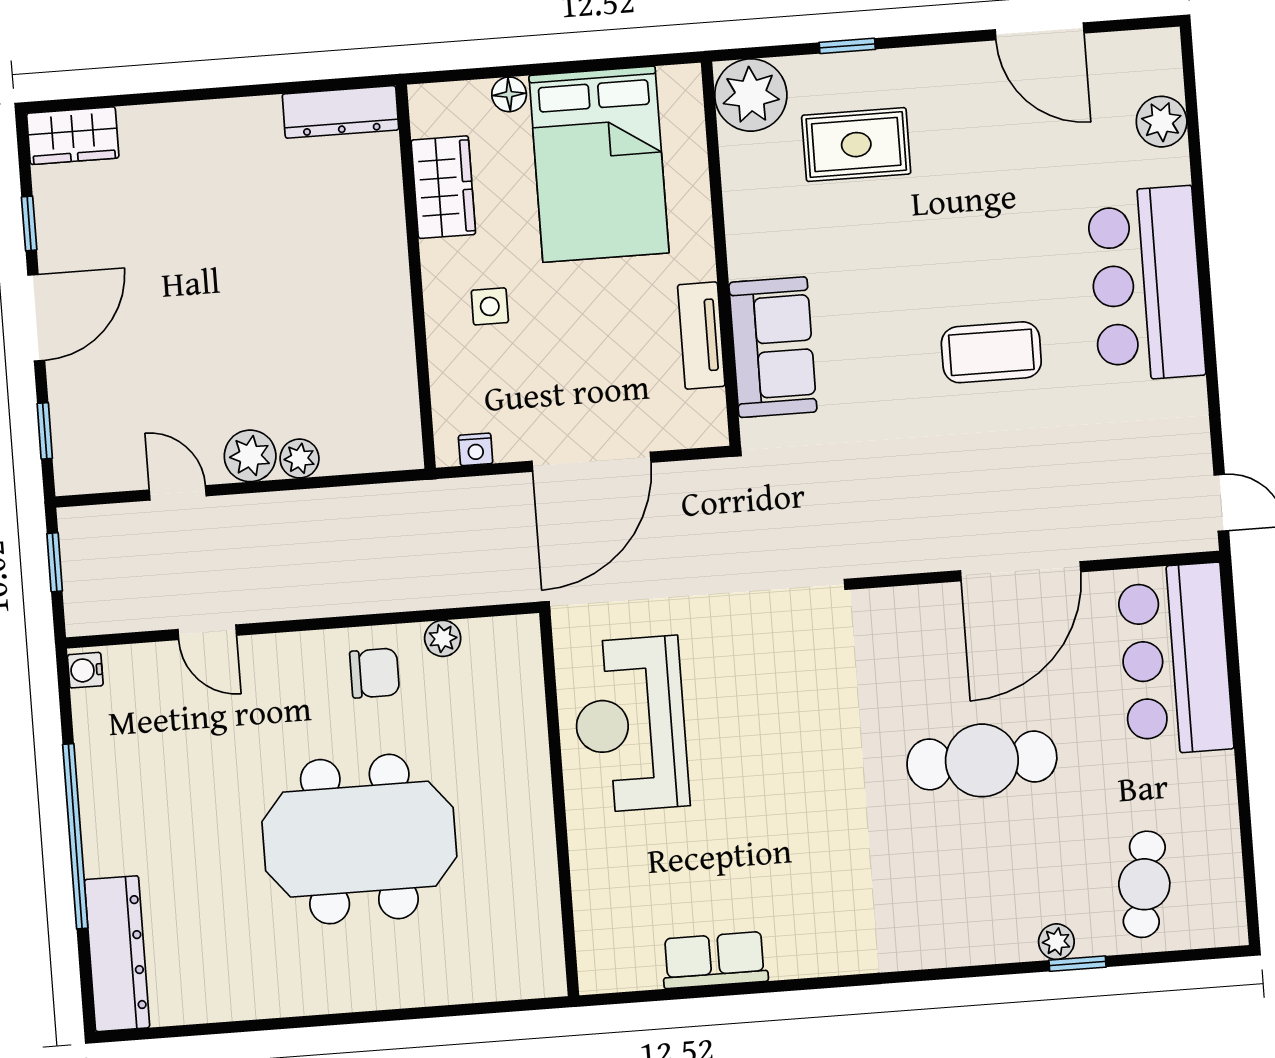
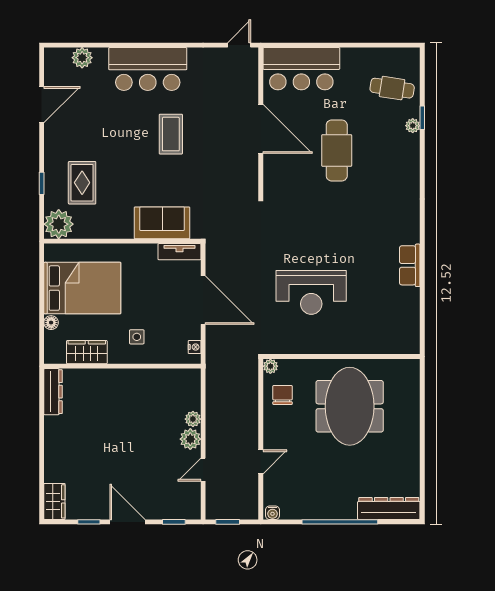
tv unit: (701, 336) -> (179, 252), moved
wall: (559, 804) -> (342, 357), moved

